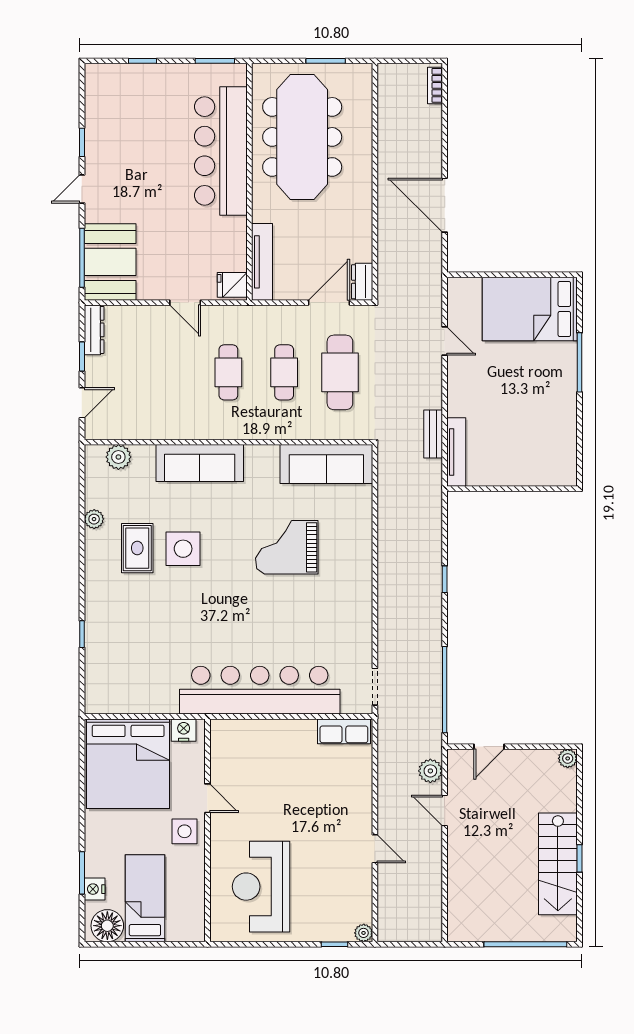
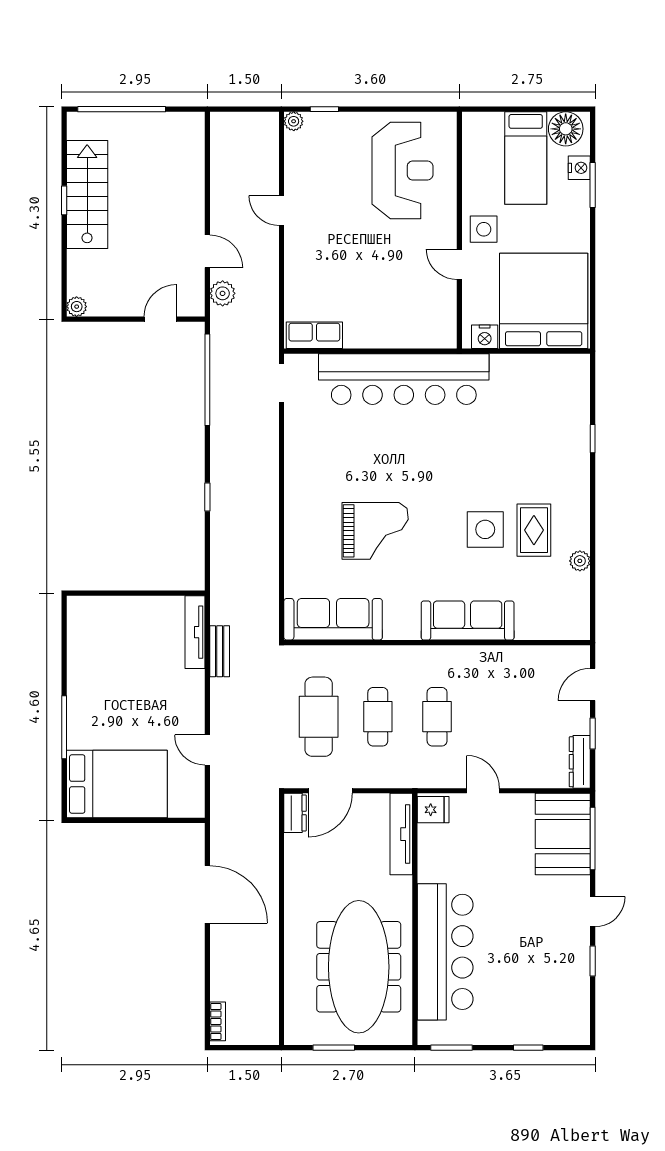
plant: (118, 457) -> (554, 627), removed

